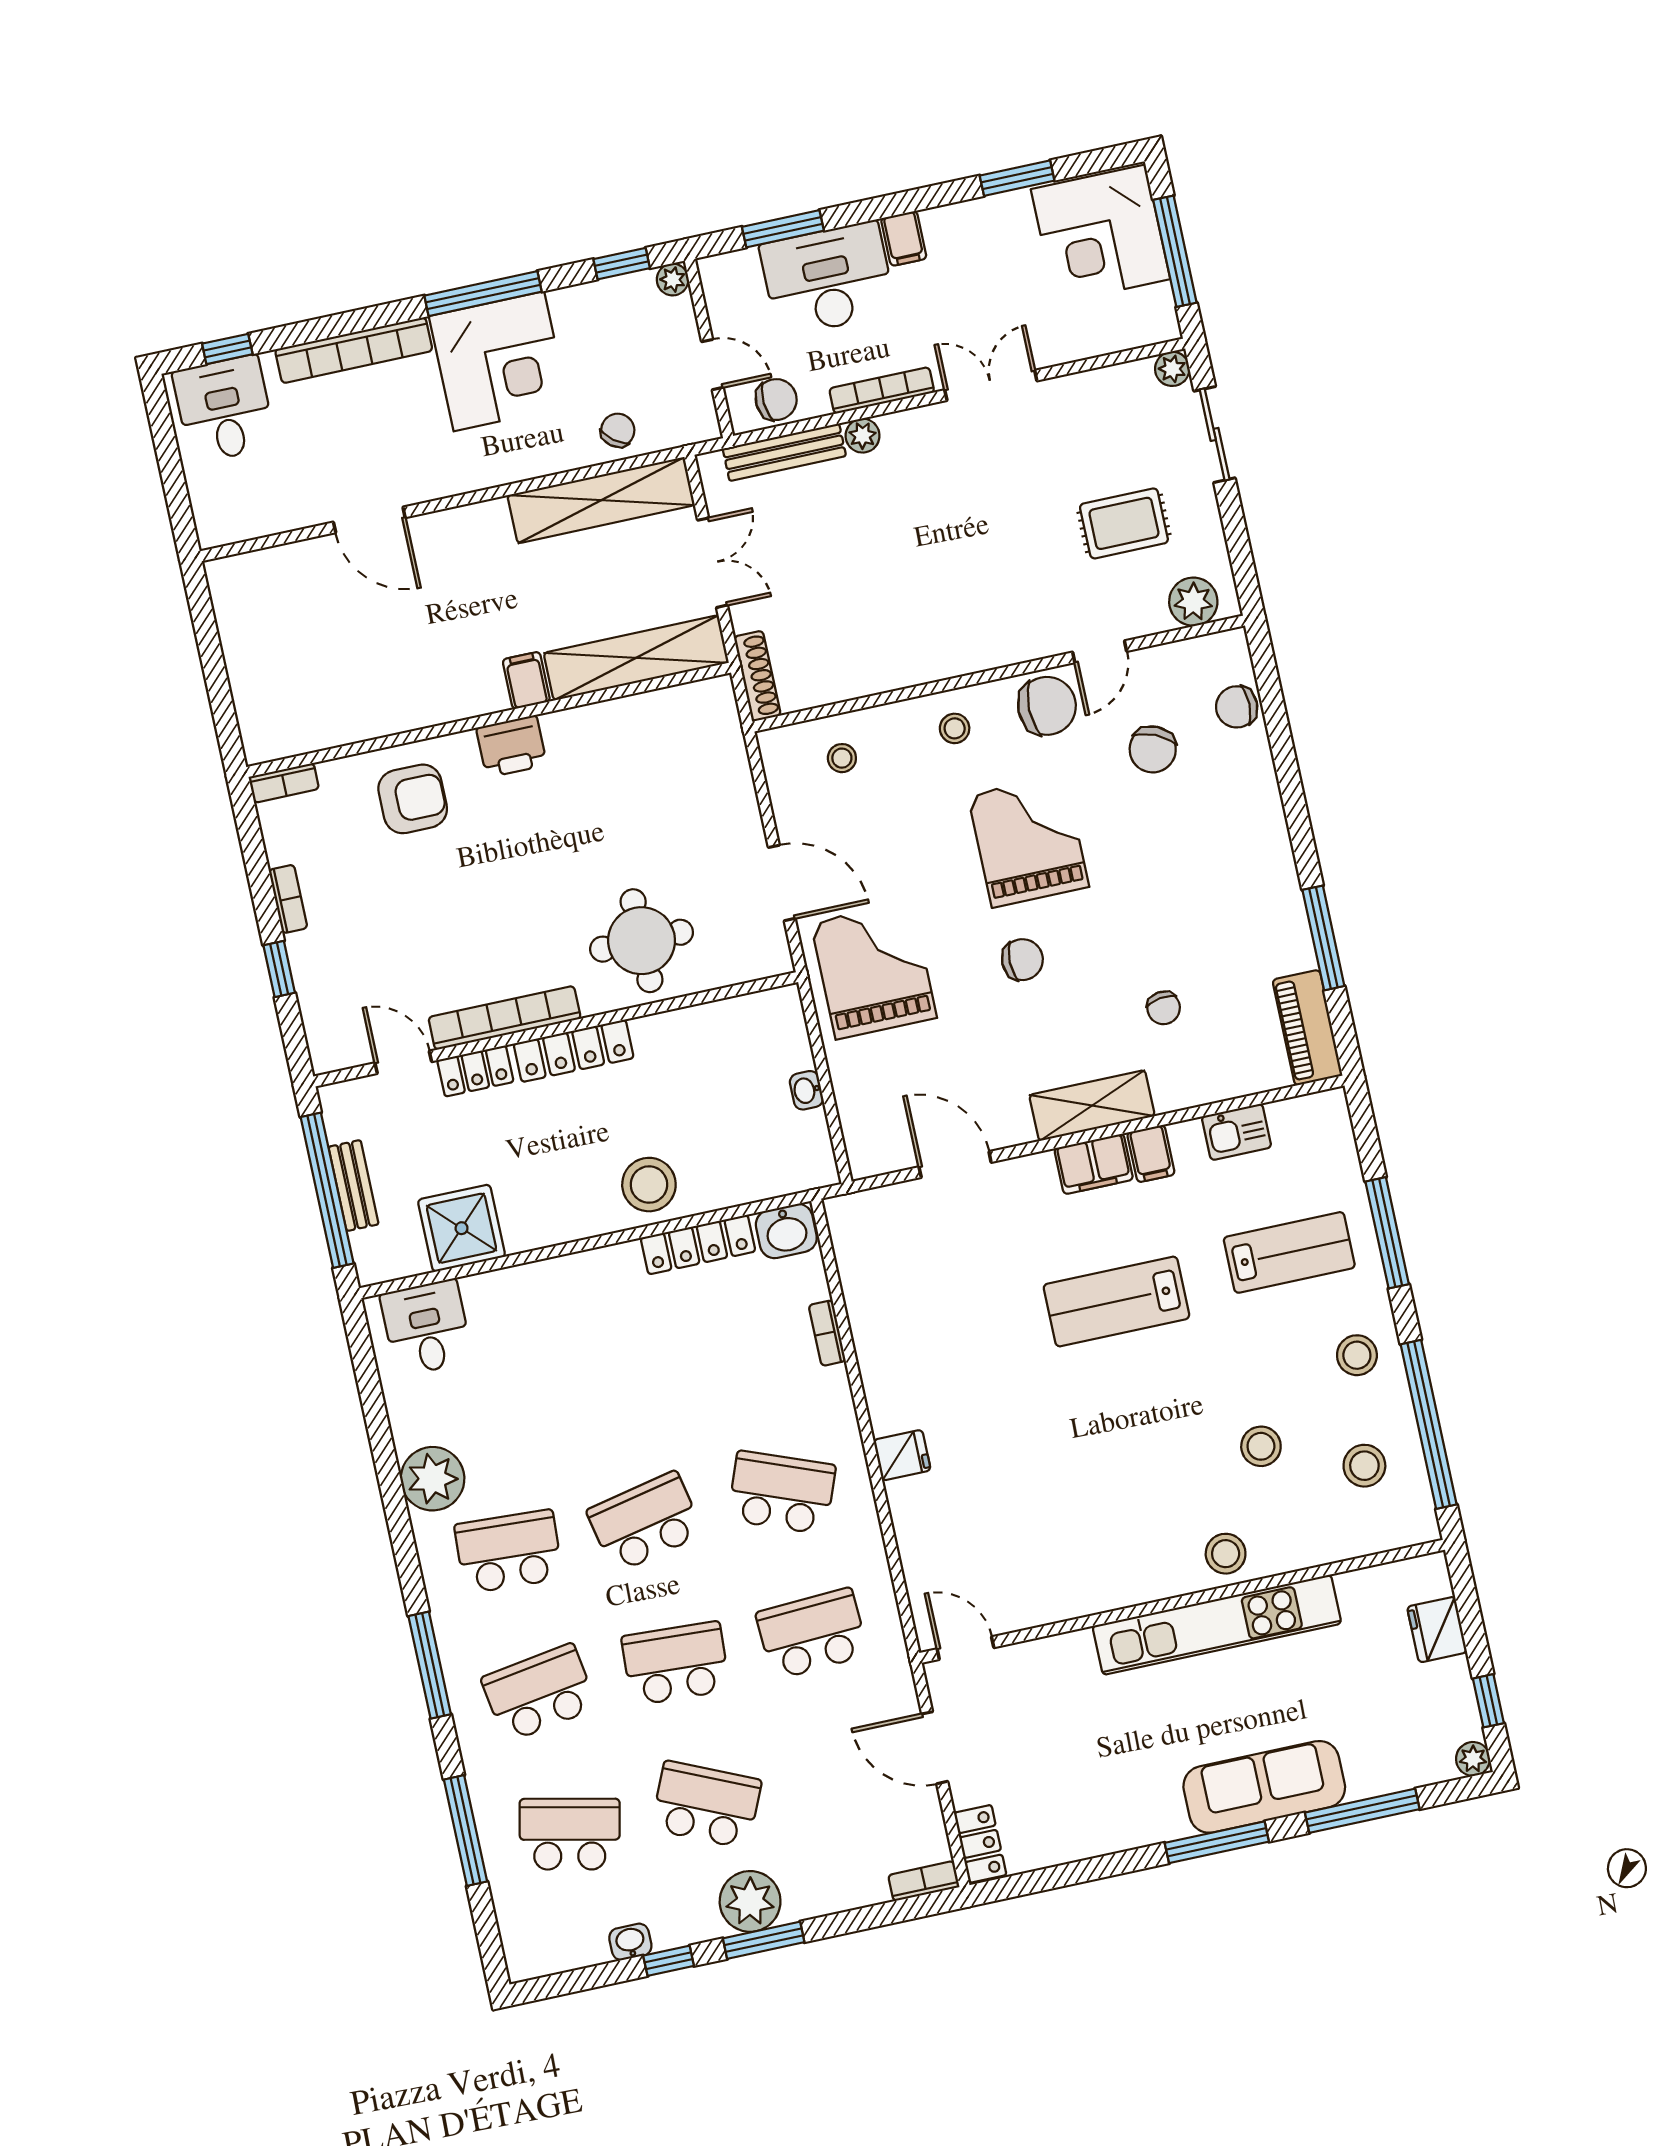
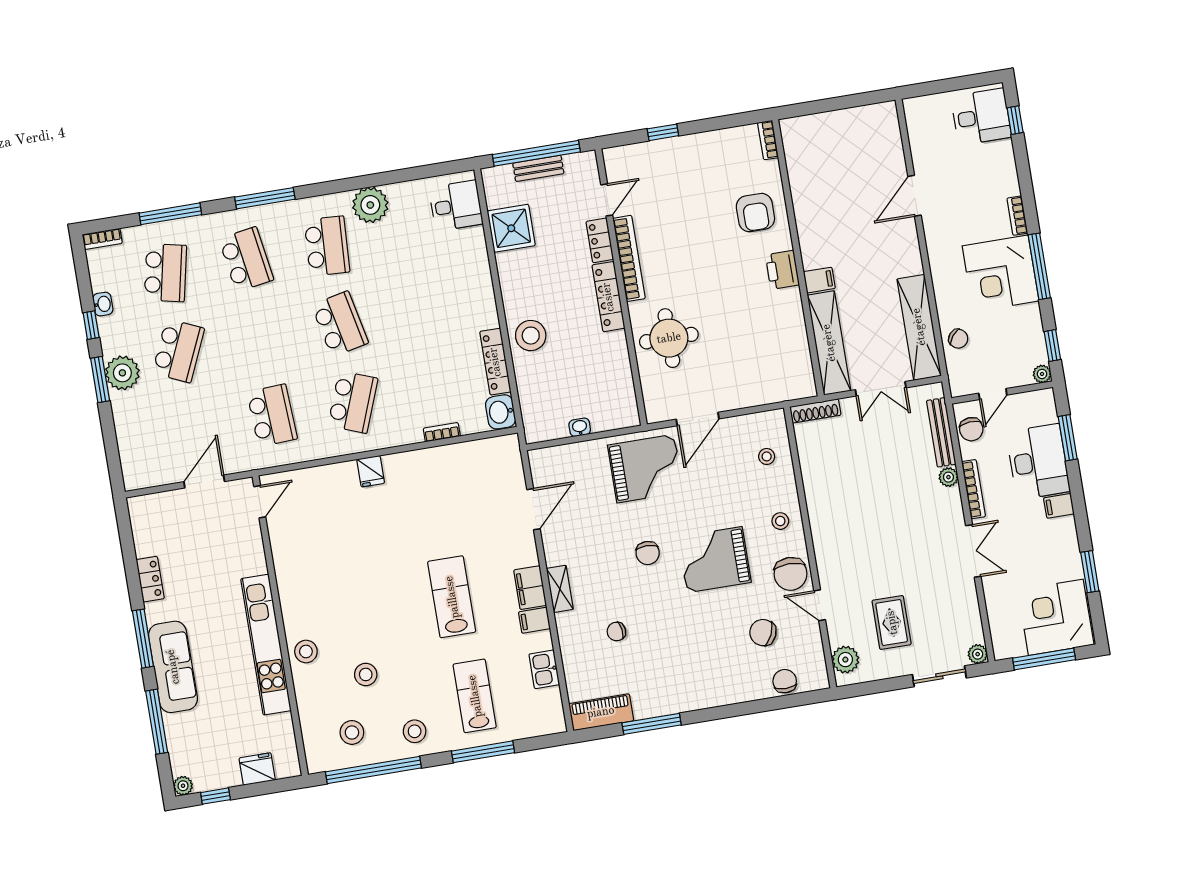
bookcase: (354, 350) -> (1017, 216), width x0.43, depth x0.76
grand piano: (1028, 841) -> (714, 560), turned 180
bookcase: (288, 899) -> (702, 139), removed
shelving: (1092, 1106) -> (560, 589), width x0.67, depth x0.75
lab bench: (1289, 1252) -> (475, 696), turned 180
school desk: (676, 1663) -> (259, 337), removed
locker: (980, 1844) -> (150, 579), moved, turned -90
bookcase: (924, 1881) -> (102, 239), moved, turned 90

